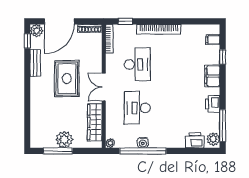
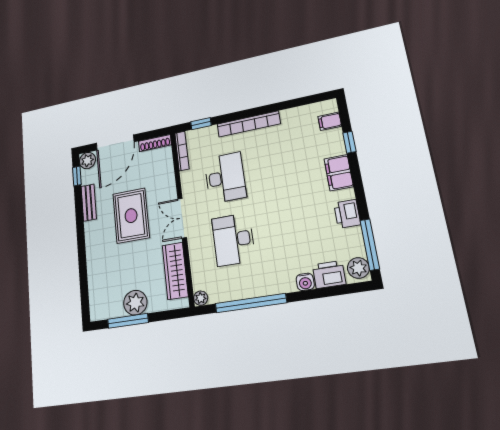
water cooler: (143, 143) -> (305, 282), moved

